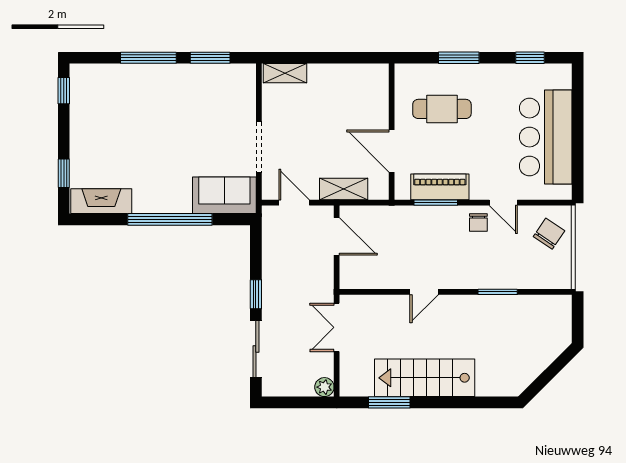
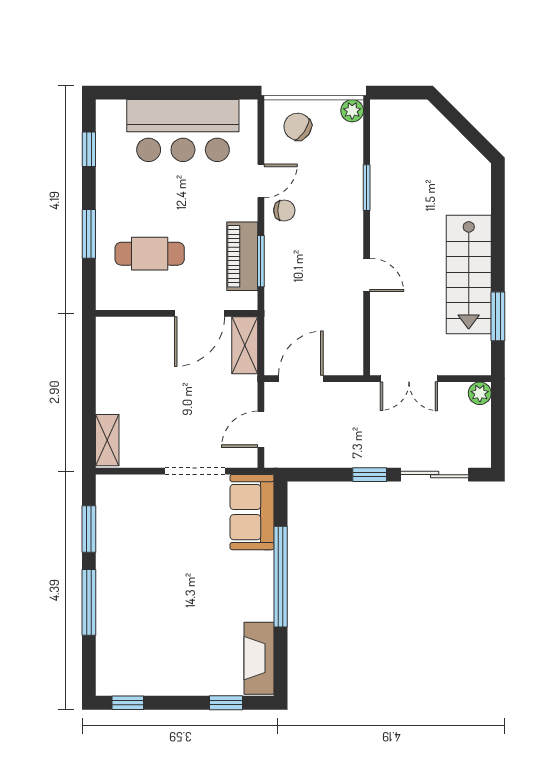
cafe table: (442, 109) -> (150, 254), turned 90
shelving: (344, 189) -> (245, 345), moved
plant: (562, 280) -> (352, 111), added

